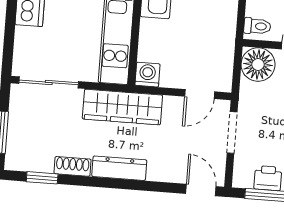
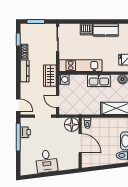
wardrobe: (122, 107) -> (50, 76), width x0.67
door: (201, 190) -> (18, 105), hinge flipped

